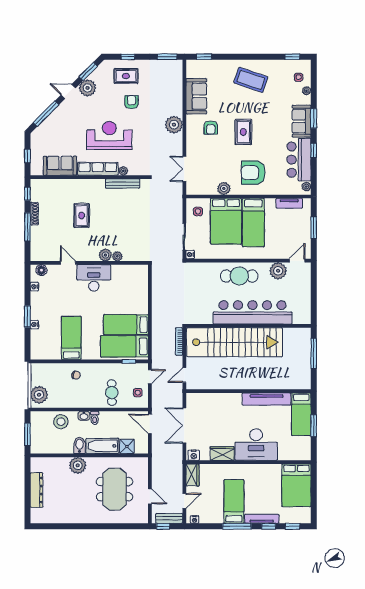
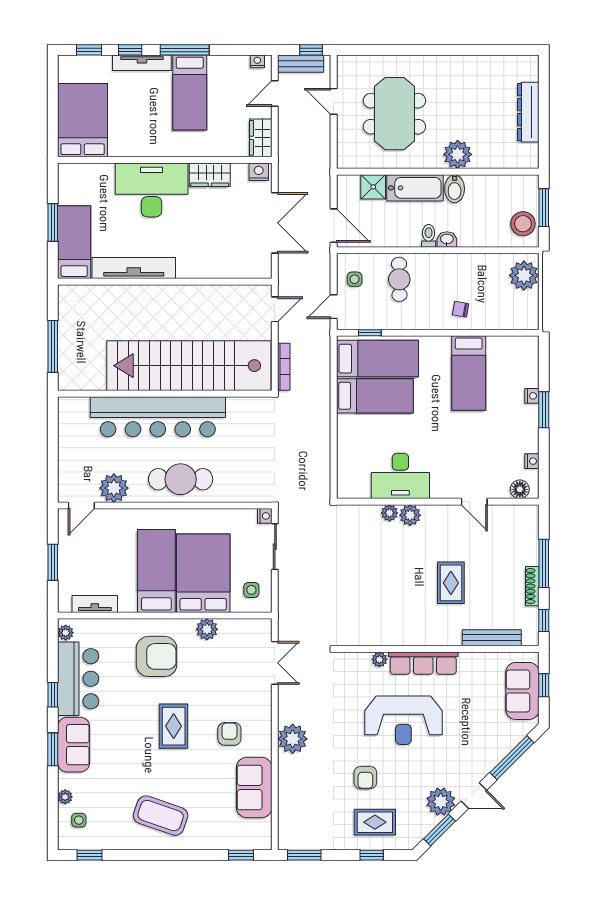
sofa: (60, 166) -> (522, 691), moved, turned 90
bench: (123, 184) -> (492, 638), moved
desk: (94, 278) -> (400, 476), moved
stool: (61, 422) -> (523, 224), moved

